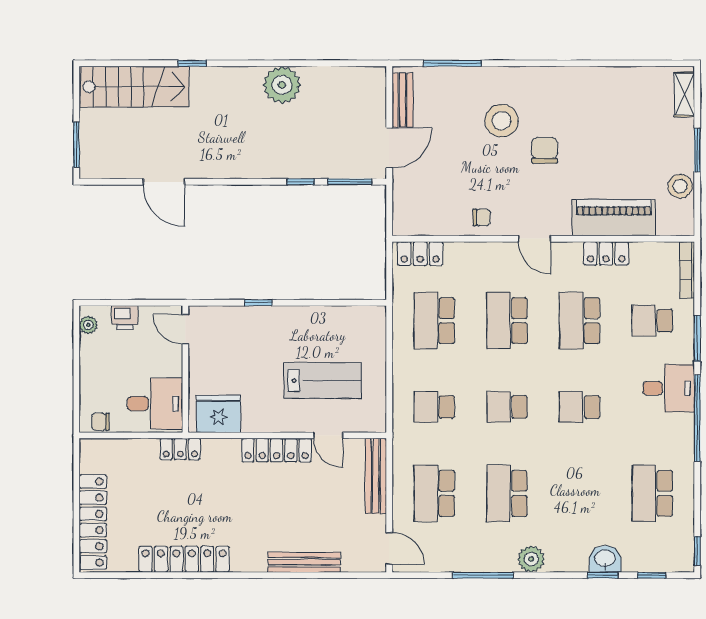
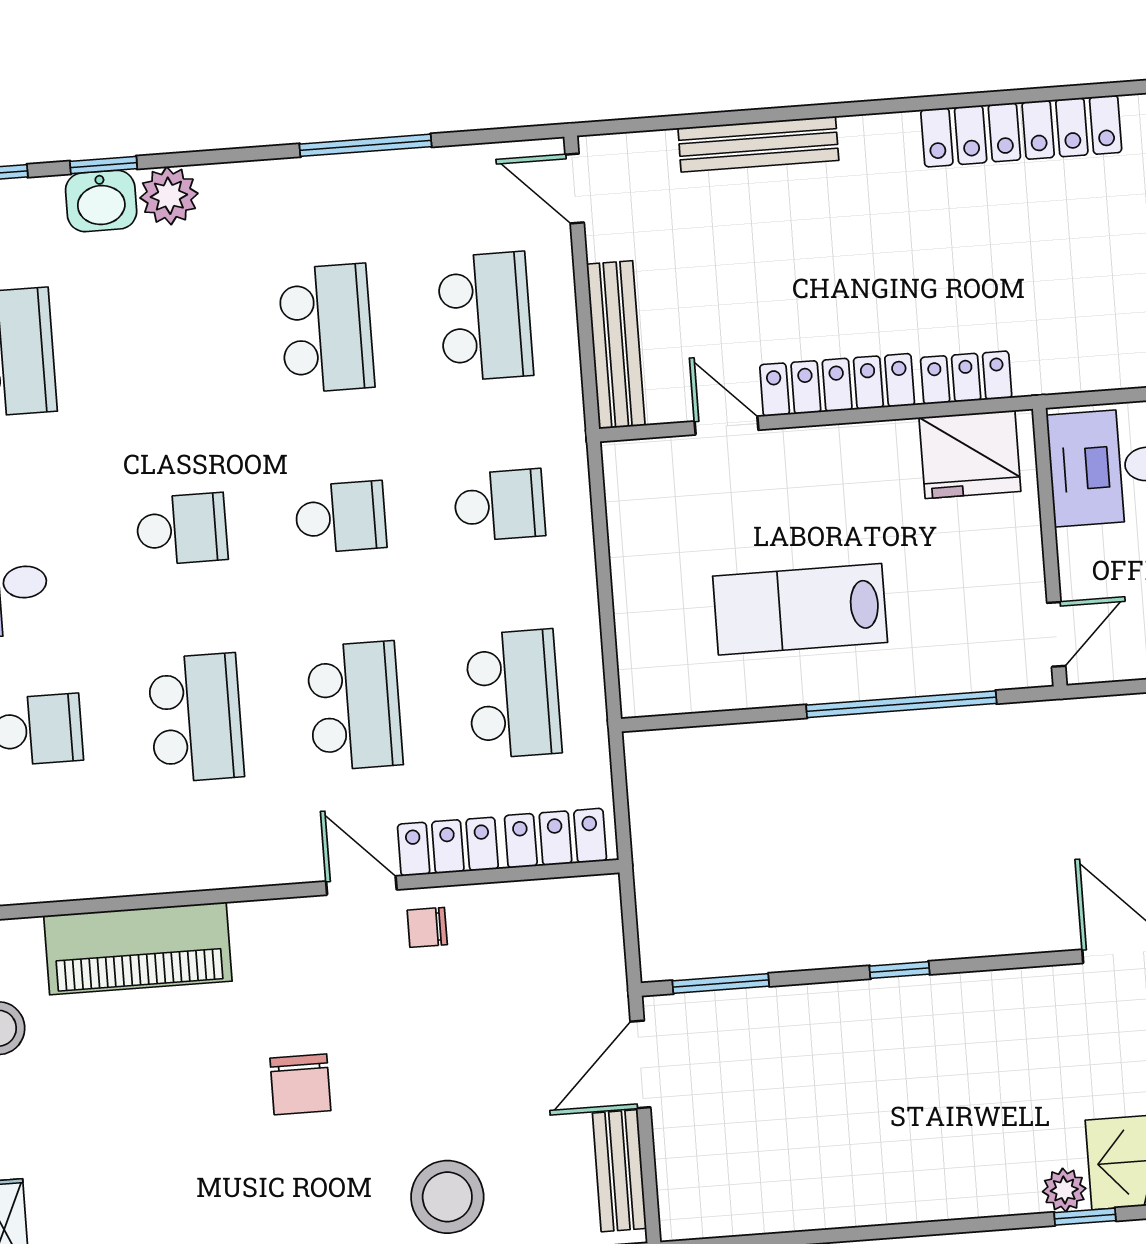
plant: (282, 85) -> (1064, 1190), moved, width x0.53, depth x0.53
stool: (502, 121) -> (447, 1197), moved
window: (301, 182) -> (900, 970), moved
door: (534, 239) -> (361, 885), moved
locker: (606, 253) -> (448, 847), moved
window: (258, 303) -> (901, 704), width x3.17
door: (185, 329) -> (1056, 634), hinge flipped
lab bench: (323, 381) -> (800, 609), moved
locker: (180, 449) -> (966, 378), moved
plant: (531, 559) -> (169, 196), moved

